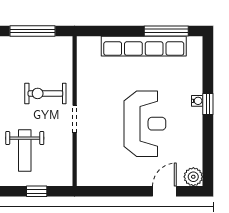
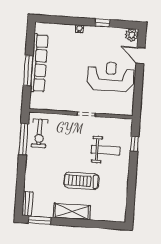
window: (166, 31) -> (28, 71), moved
exercise bike: (45, 93) -> (39, 133), moved
window: (208, 104) -> (102, 23), moved
reception desk: (145, 124) -> (111, 77), moved

